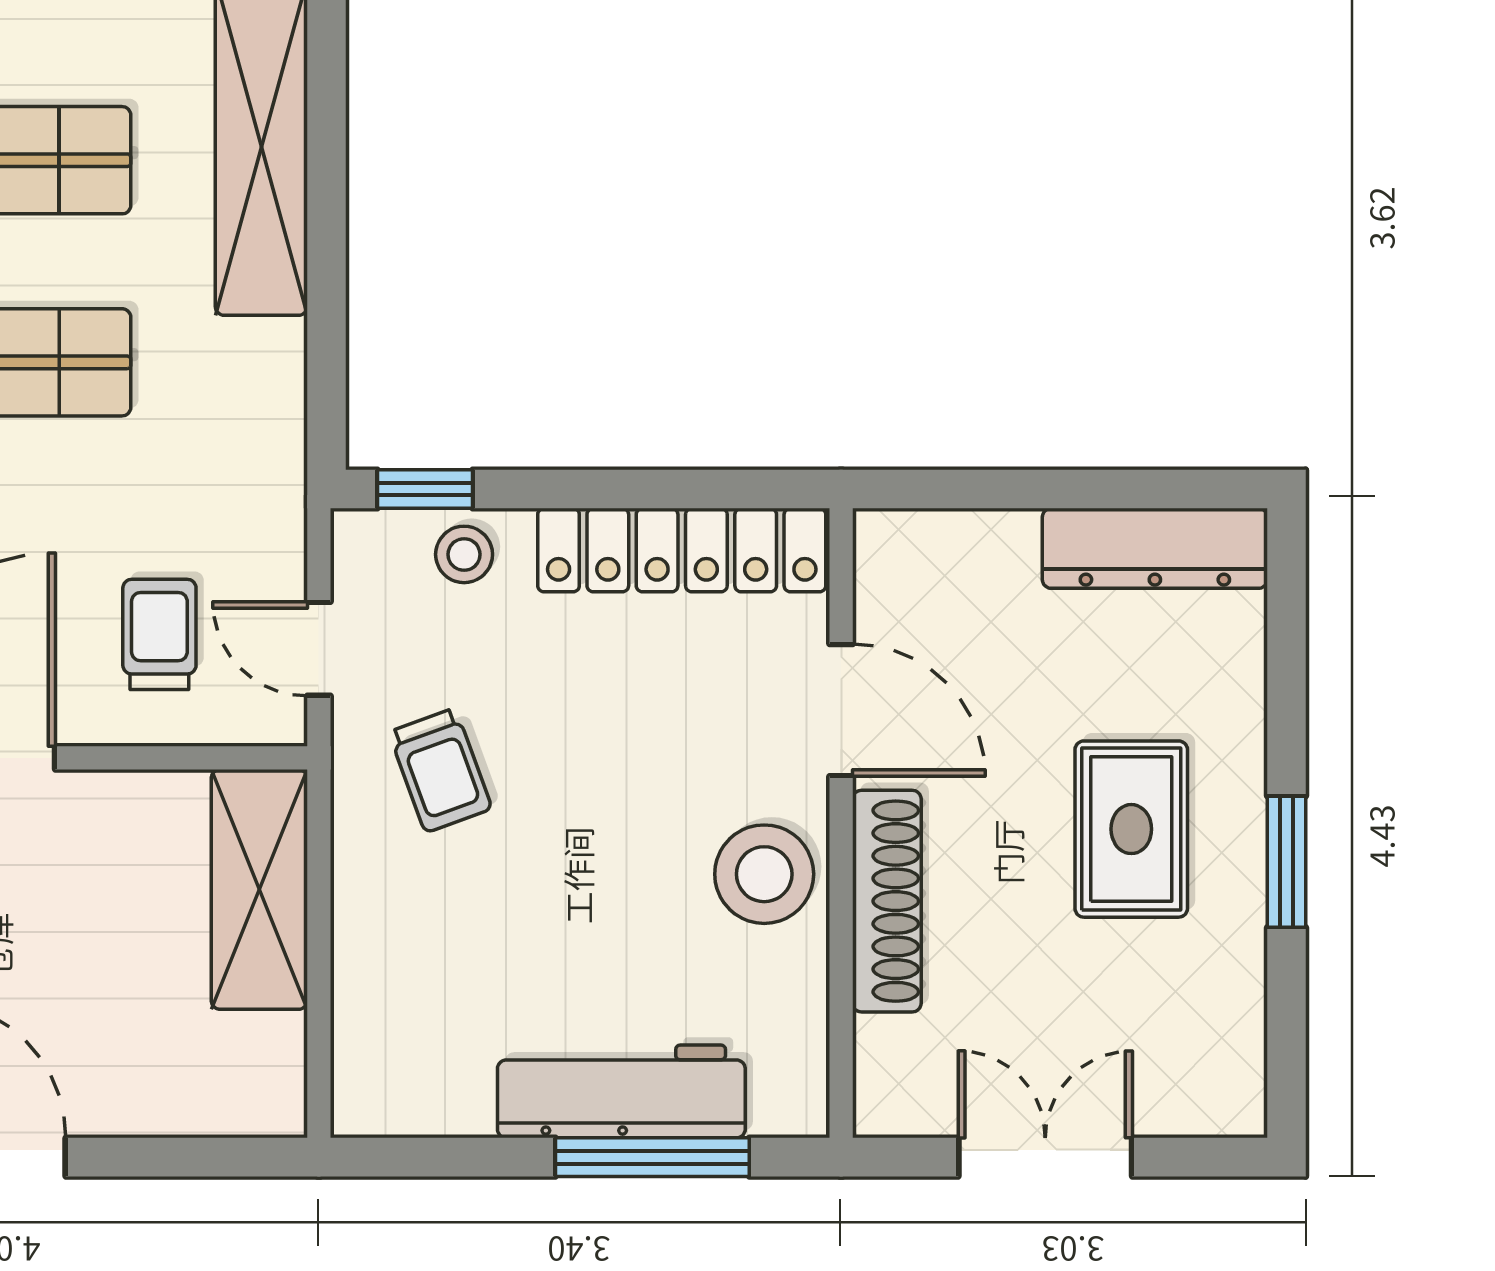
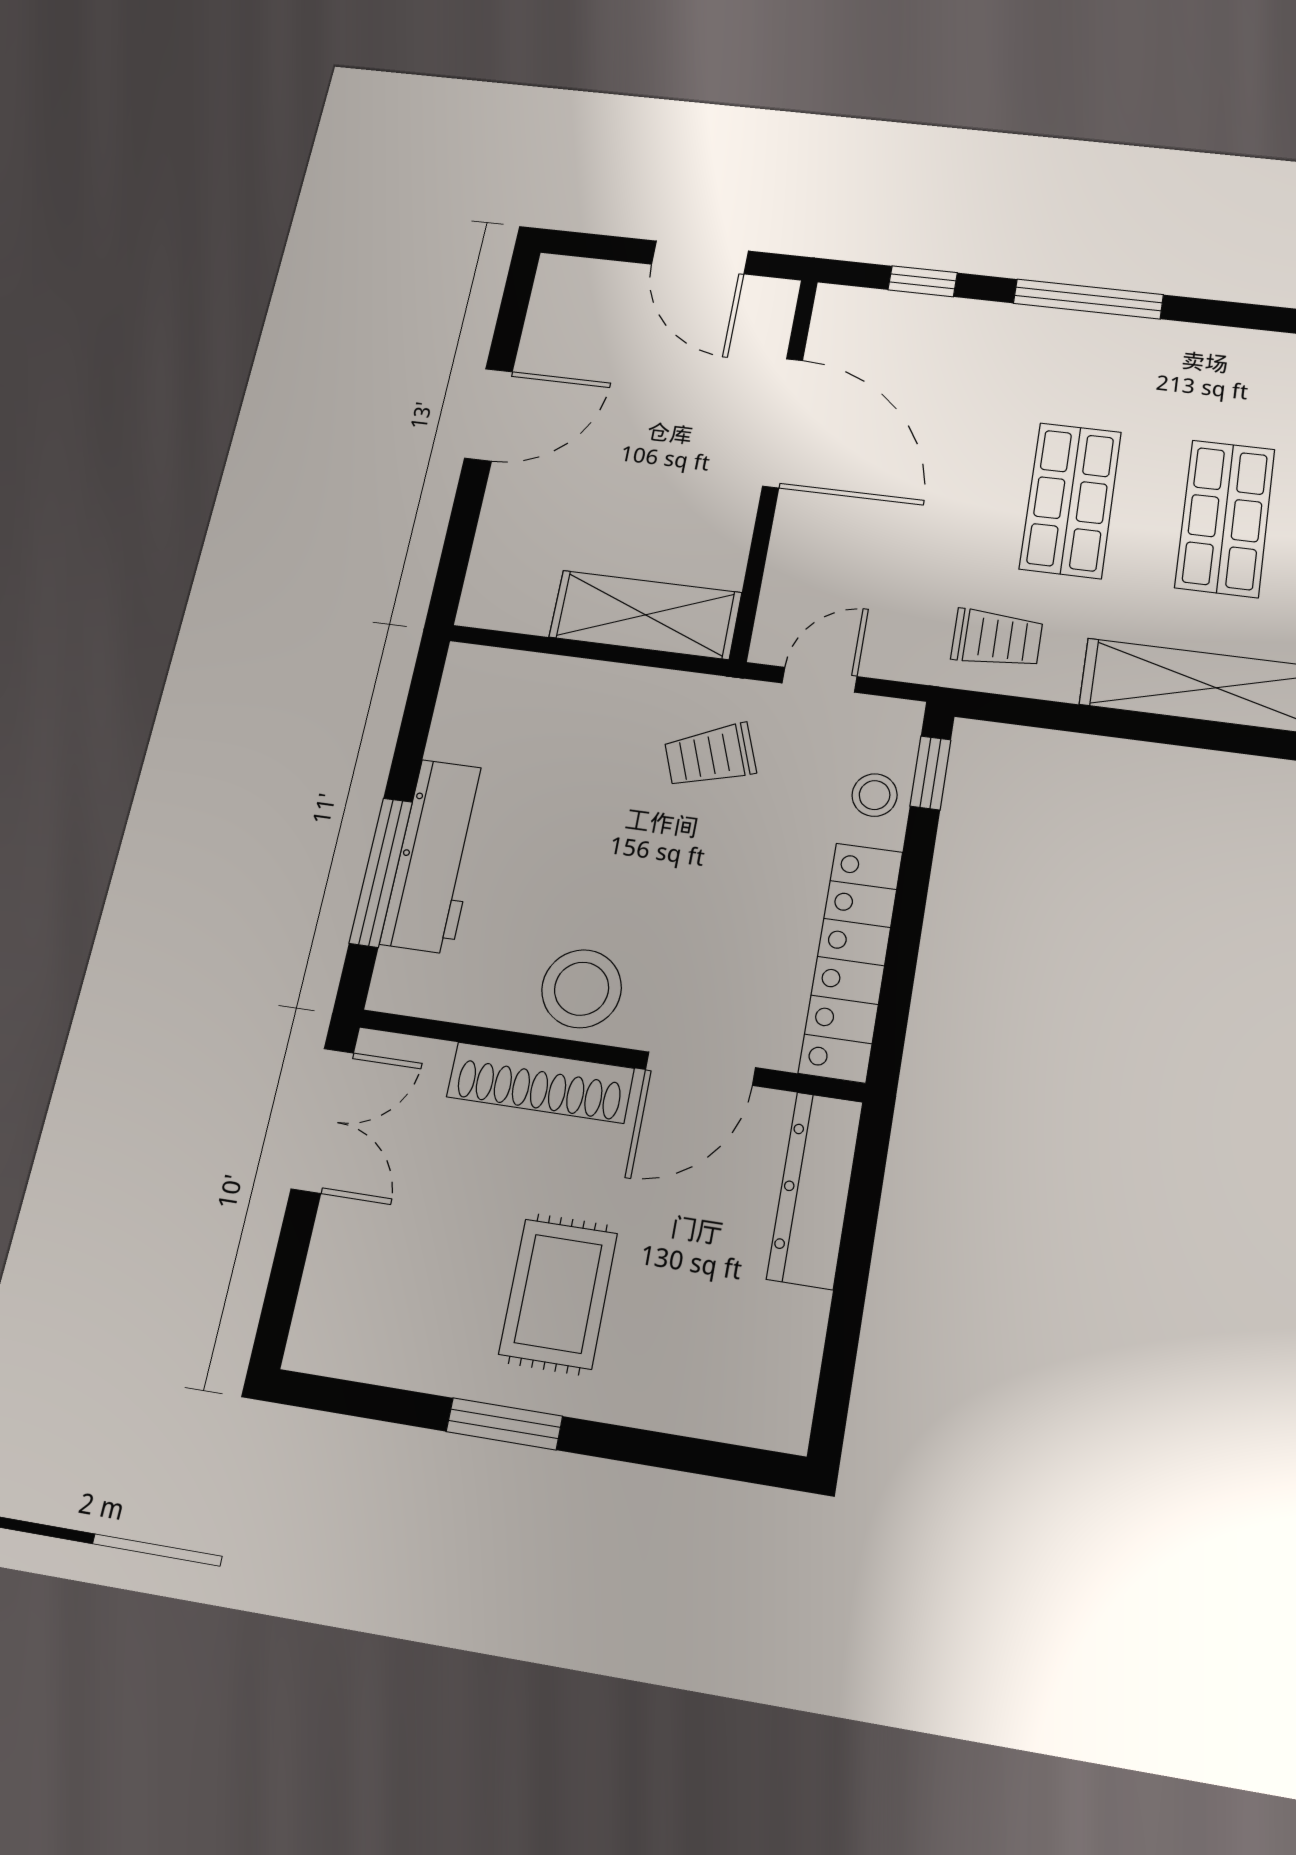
dresser: (1155, 548) -> (815, 1190), moved
trolley: (159, 634) -> (997, 639), moved
rug: (1131, 829) -> (558, 1294), turned 90
double door: (1045, 1157) -> (322, 1120), moved

